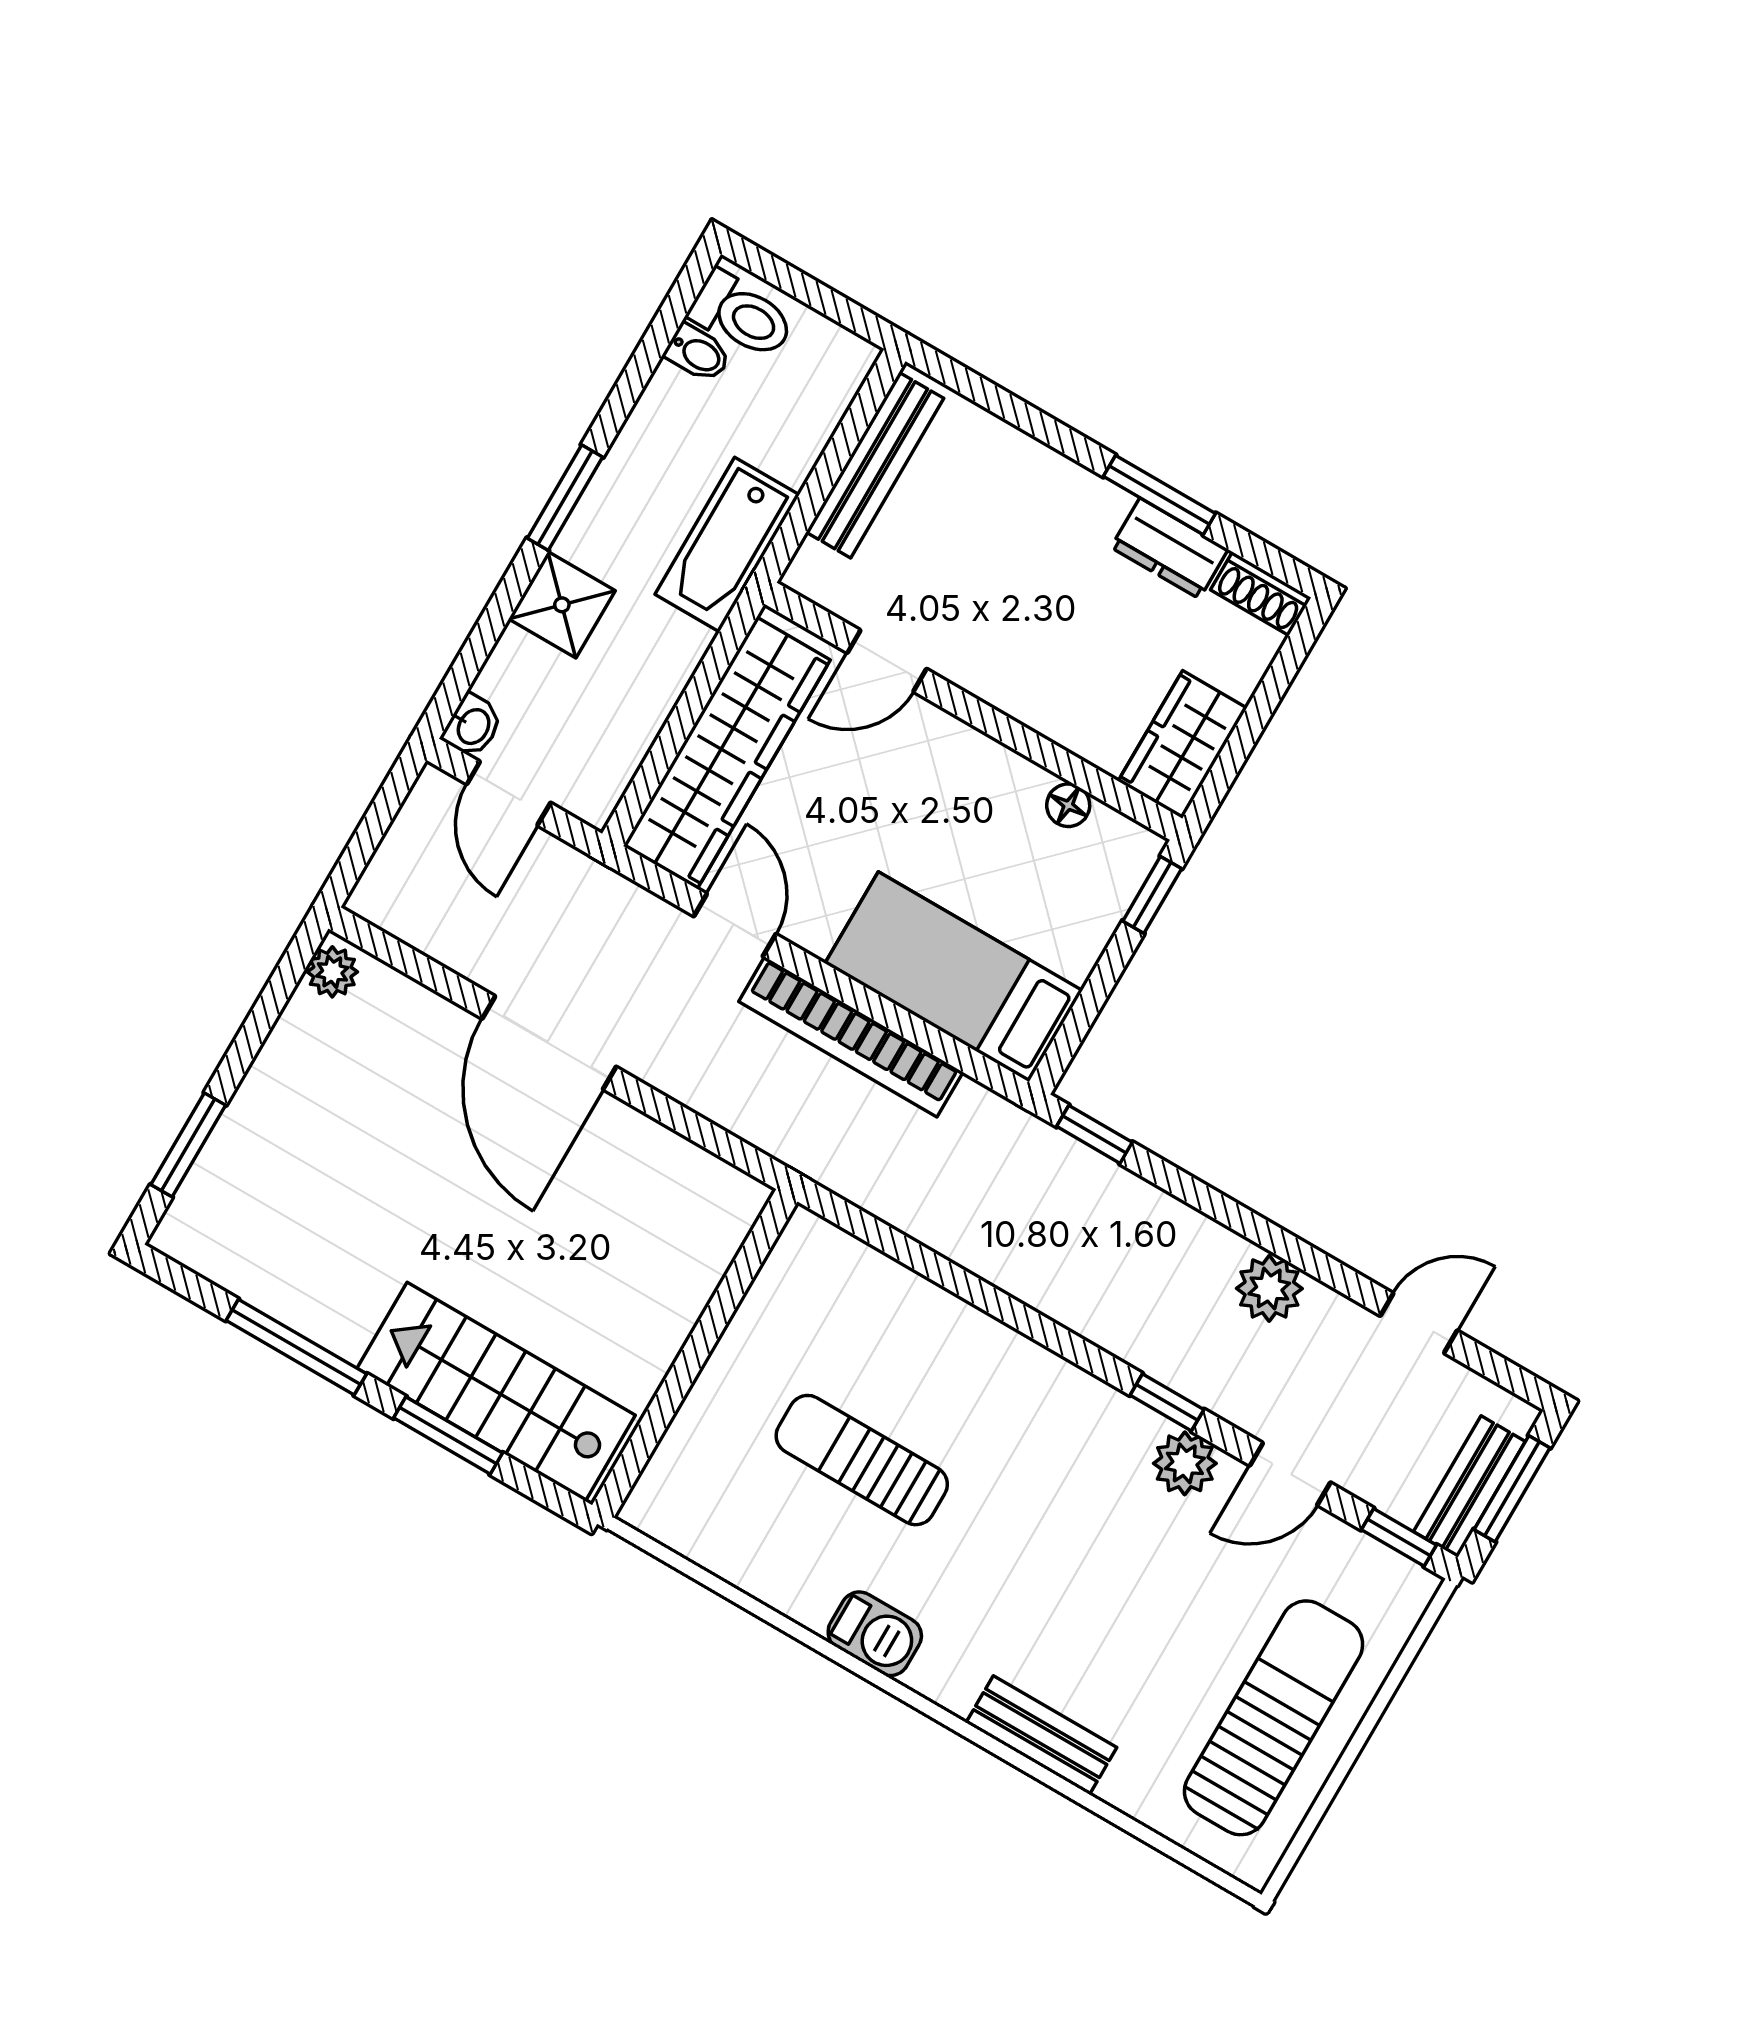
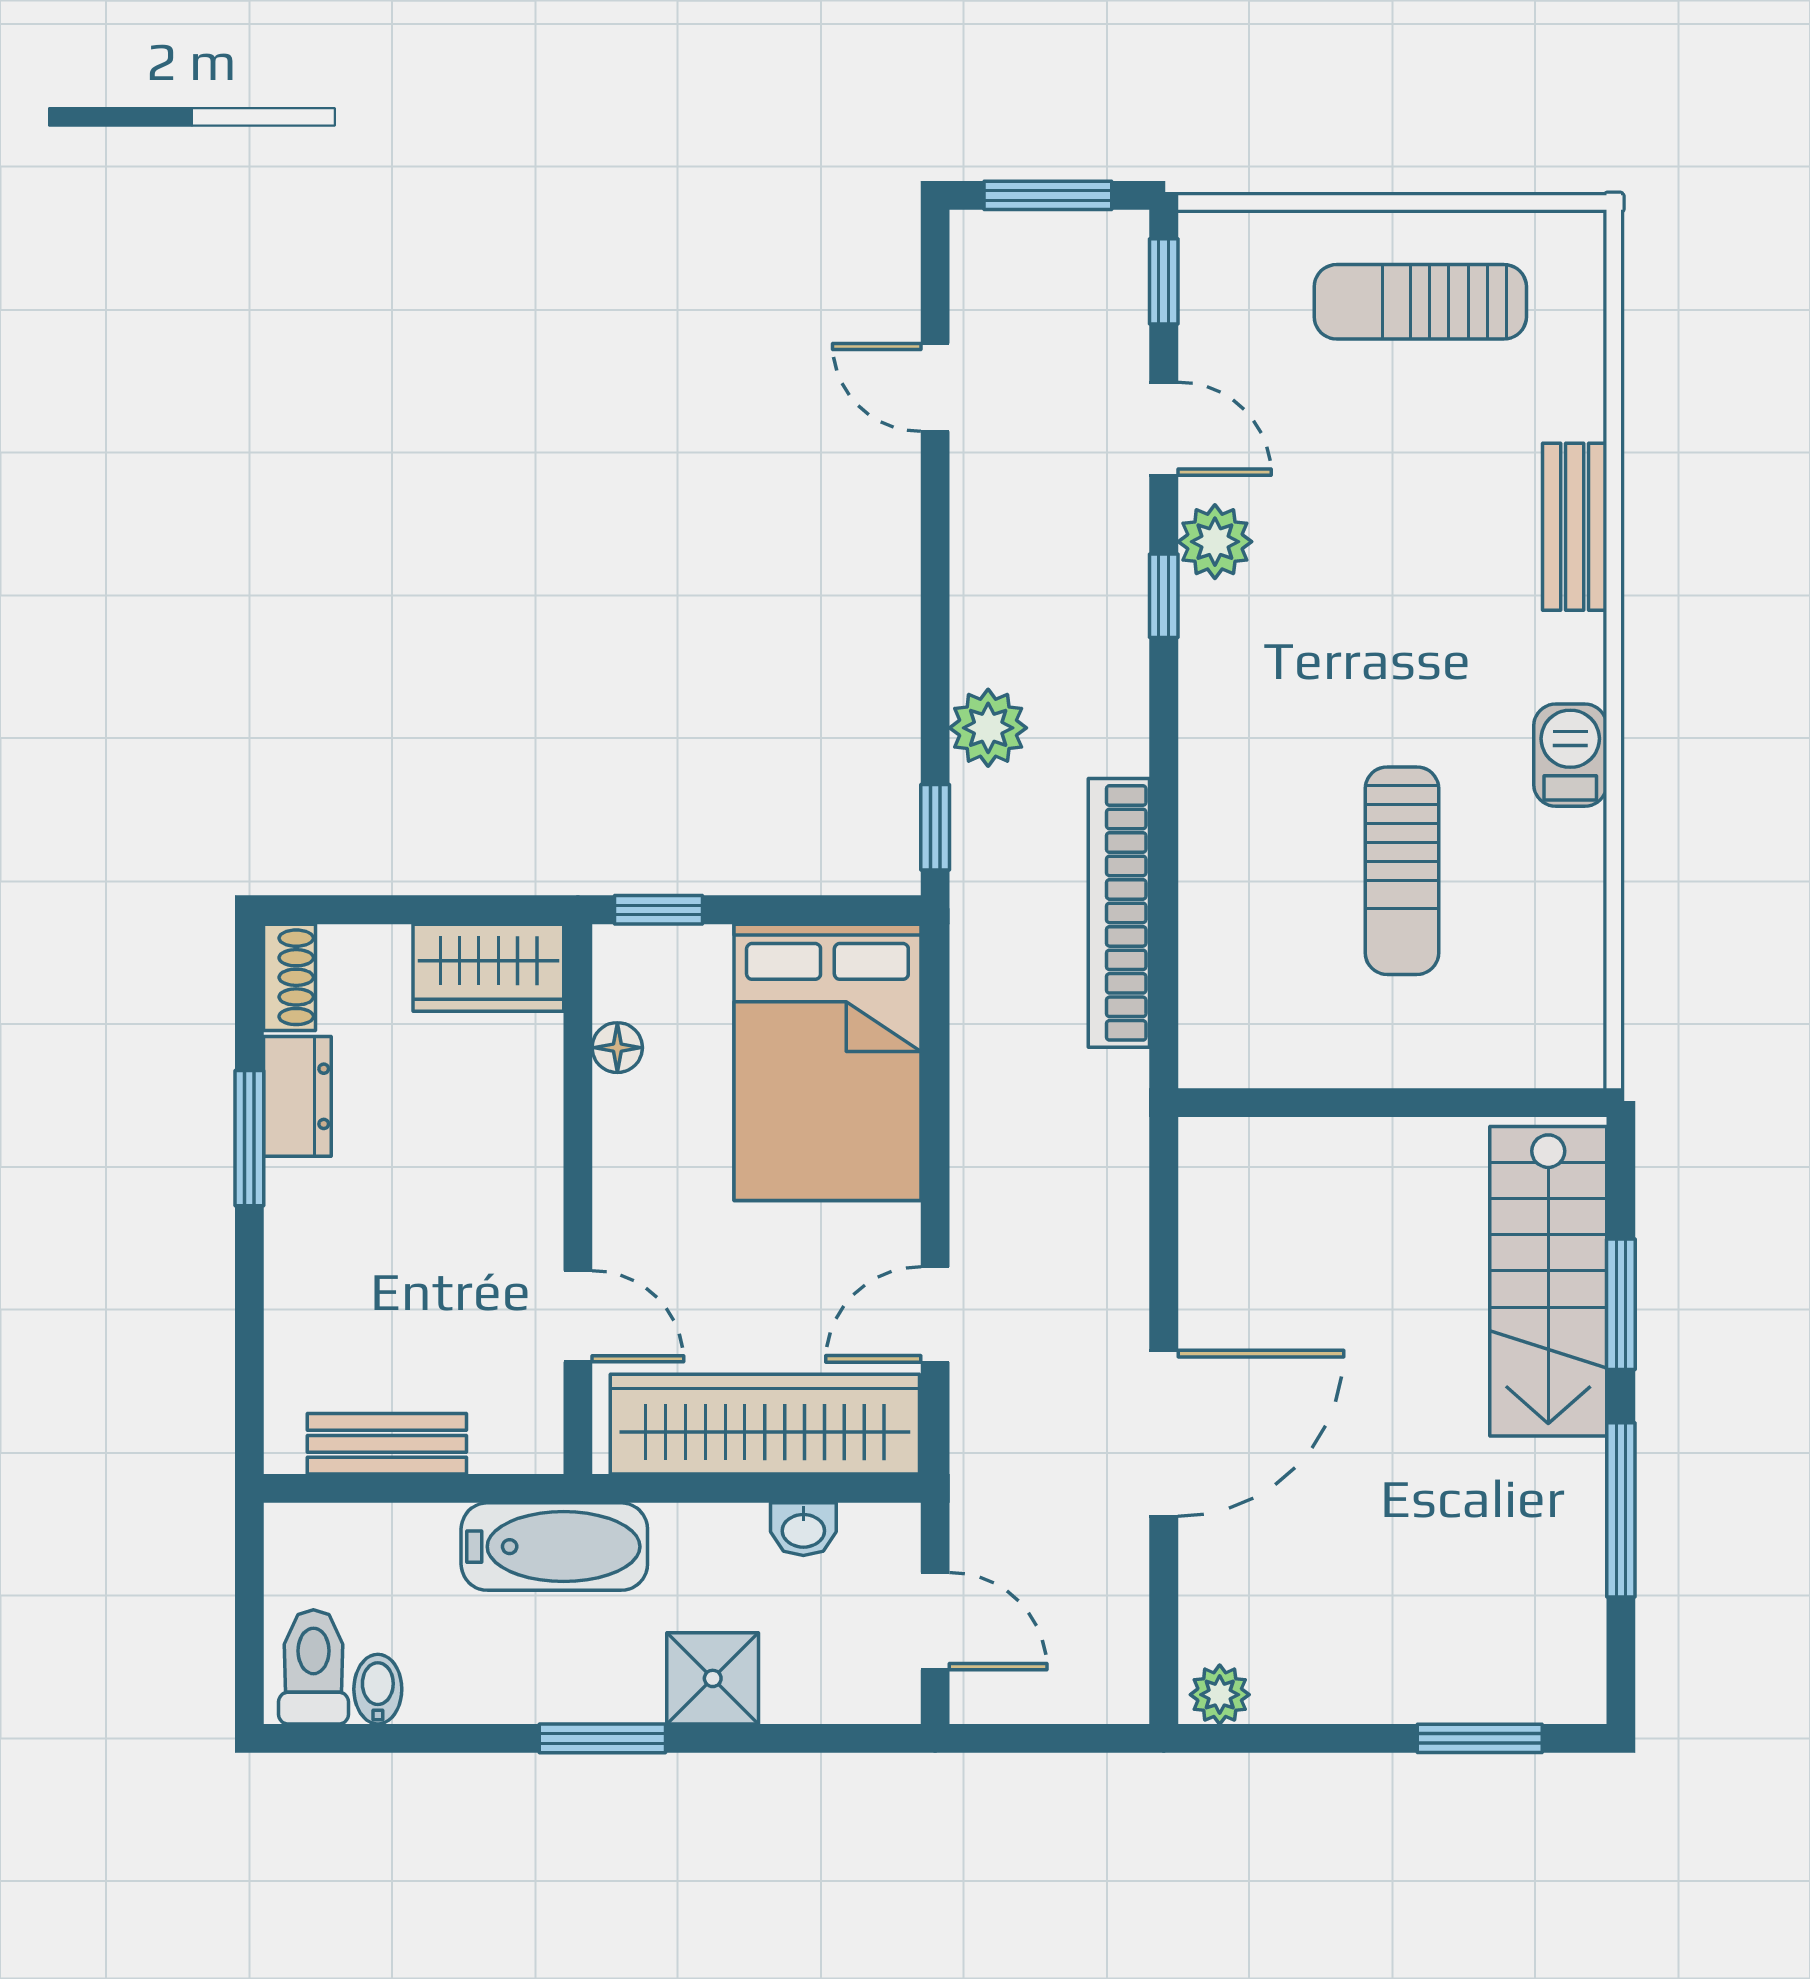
bench: (875, 465) -> (387, 1444), width x0.73
washbasin: (472, 726) -> (803, 1529), moved, turned 180
door: (509, 793) -> (935, 1621), hinge flipped
bed: (954, 977) -> (827, 1062), width x1.50
bookcase: (851, 1037) -> (1119, 913), moved, turned 180
plant: (1269, 1288) -> (988, 728), moved
bench: (1469, 1487) -> (1071, 240), removed
sun lounger: (1274, 1718) -> (1420, 302), width x0.73, depth x0.75

